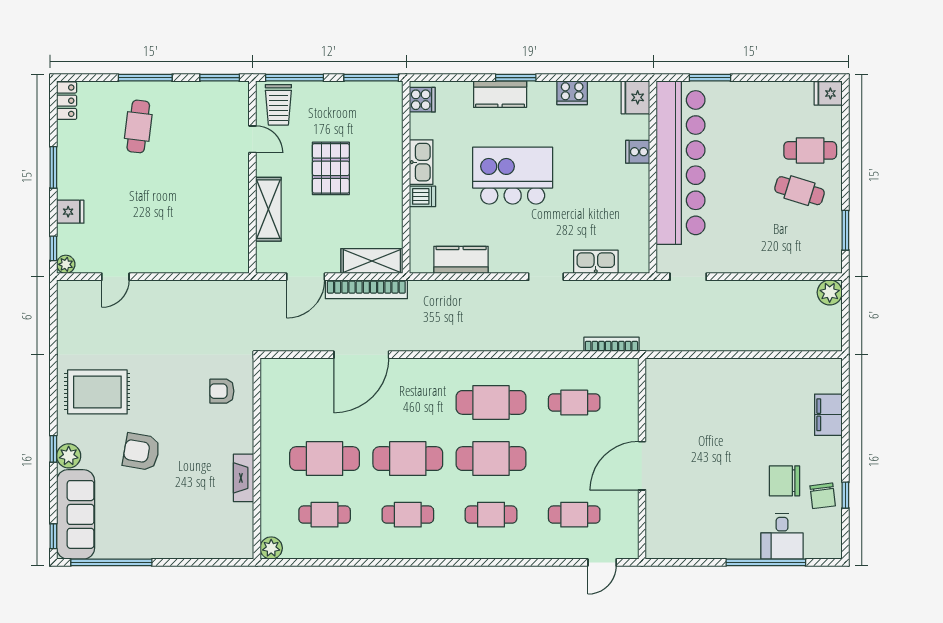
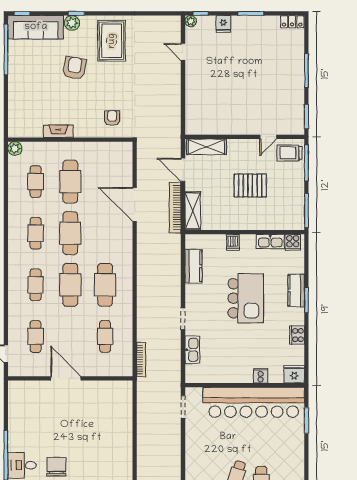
cafe table: (138, 126) -> (276, 66), removed
kitchen sink: (421, 162) -> (270, 241), moved
shelving: (268, 209) -> (206, 147), moved

